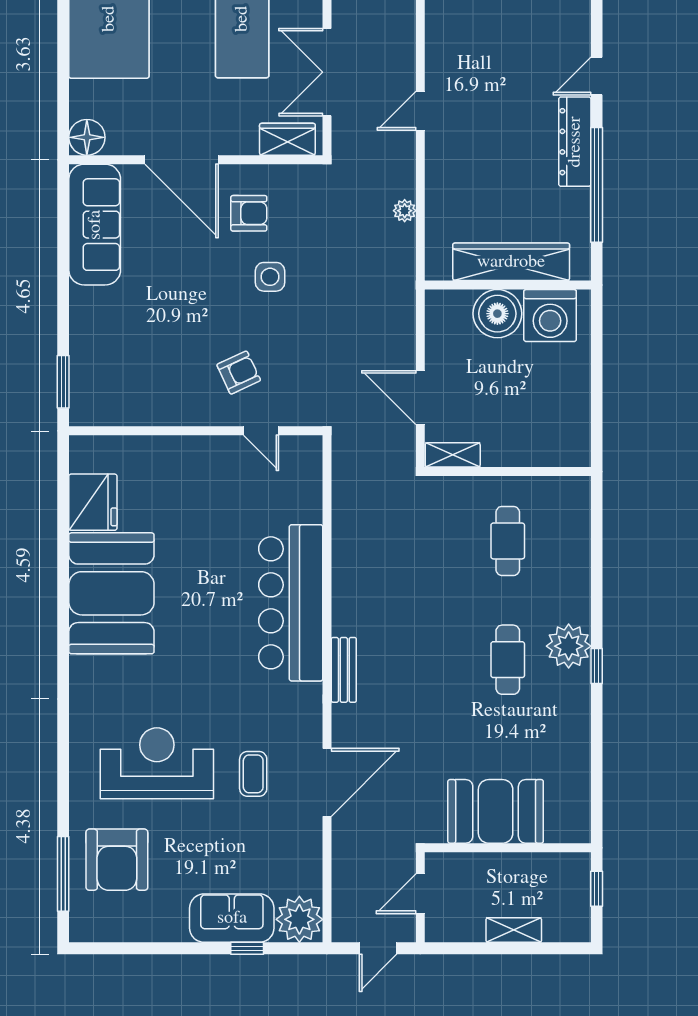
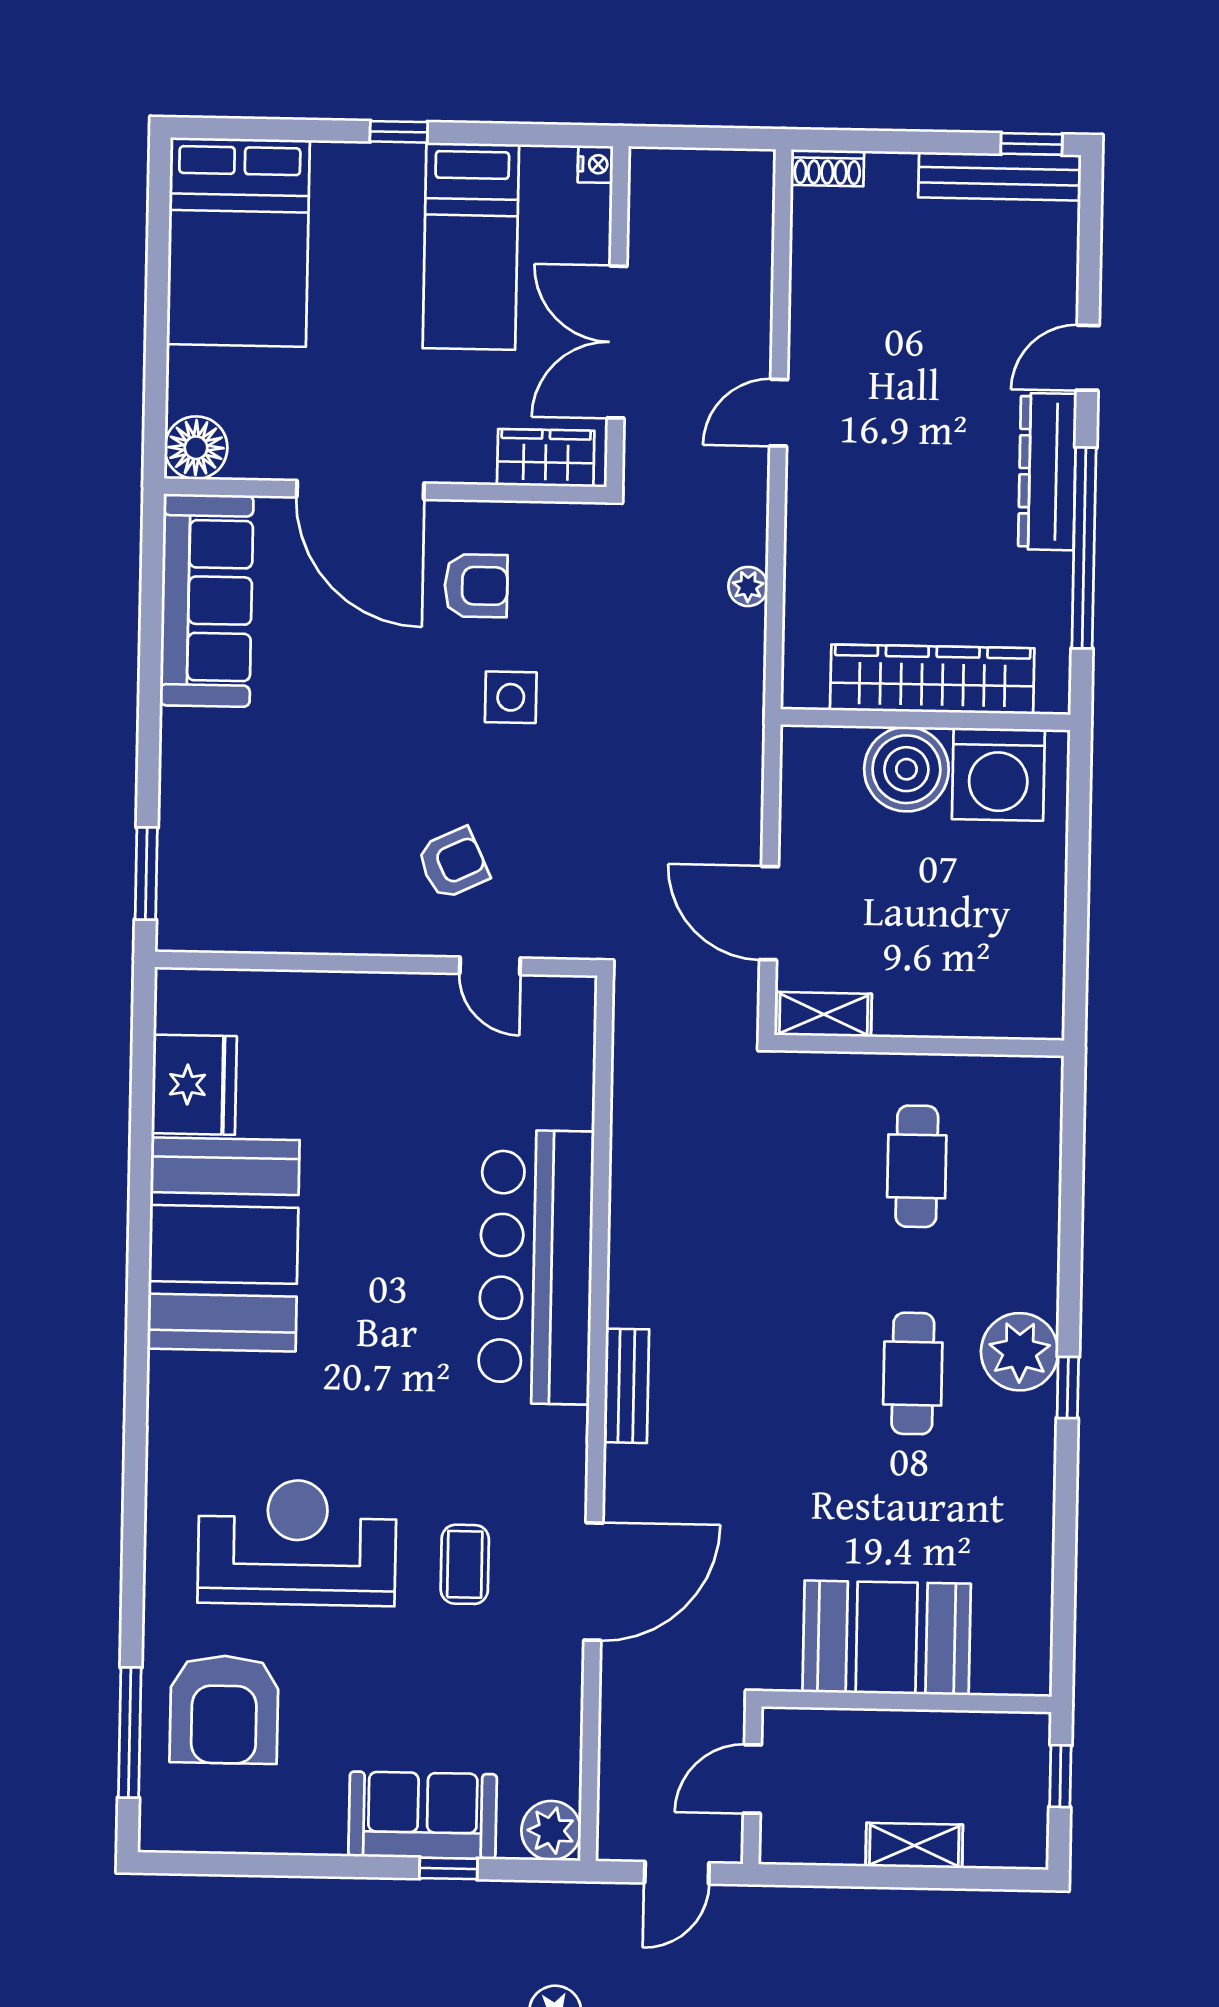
plant: (299, 919) -> (551, 1831), width x0.73, depth x0.73

